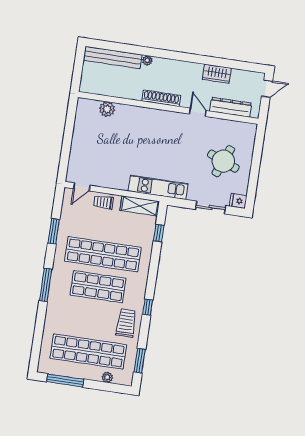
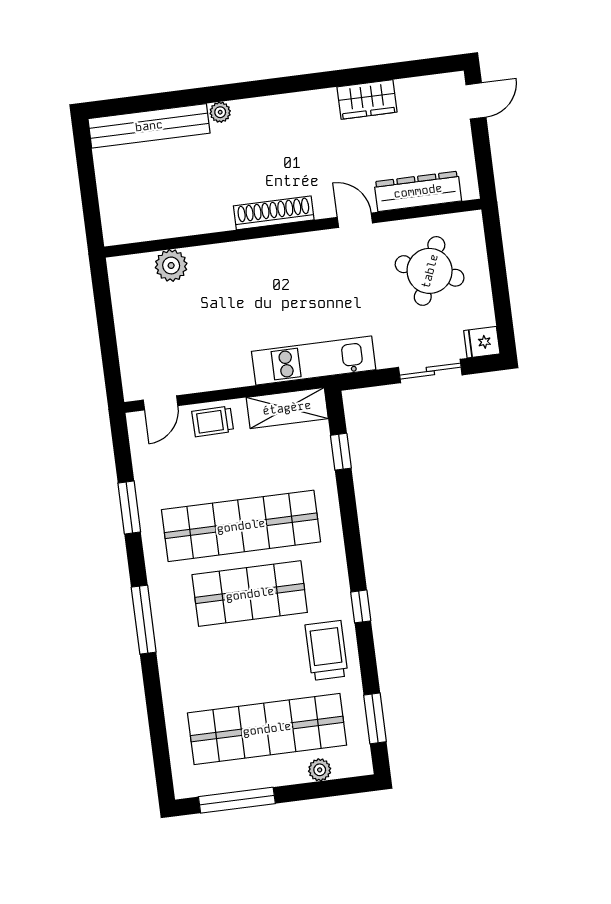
shoe rack: (161, 98) -> (274, 213), moved
dresser: (231, 107) -> (418, 191), moved
wall: (168, 108) -> (293, 228), moved
plant: (107, 109) -> (171, 265), moved
door: (198, 112) -> (355, 220), moved

